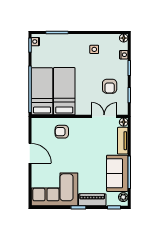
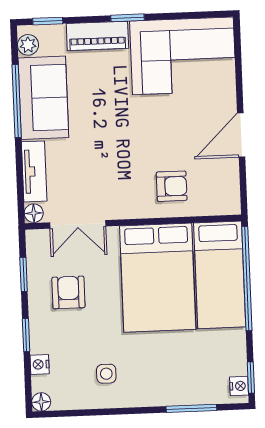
bed: (64, 91) -> (158, 278), width x1.50
door: (30, 153) -> (241, 135), hinge flipped

